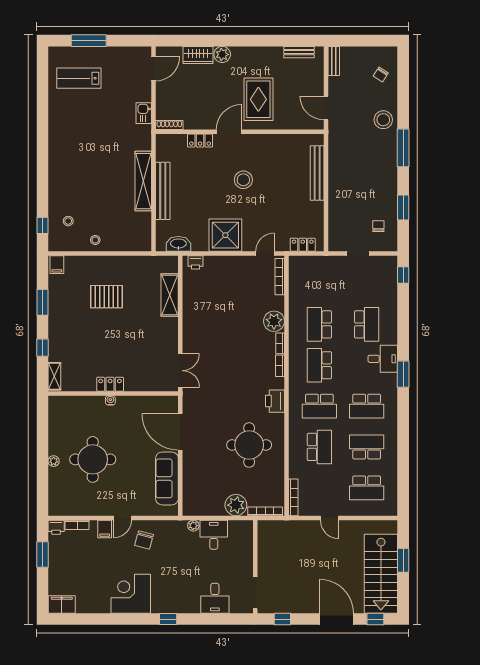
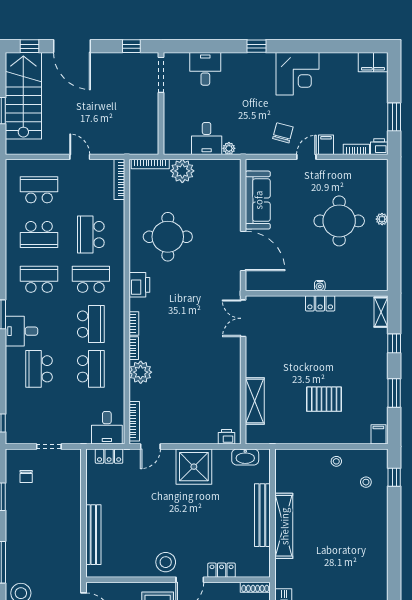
stool: (243, 180) -> (166, 562), moved
desk: (305, 271) -> (107, 428), added

